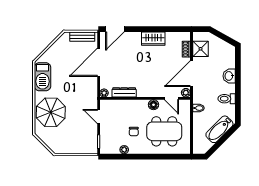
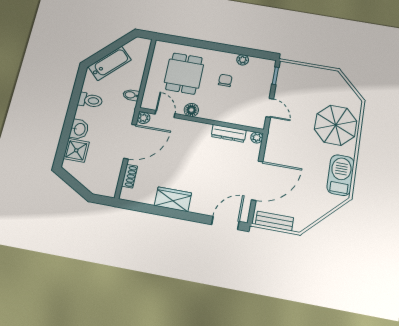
shower: (201, 49) -> (76, 150), moved
dining table: (164, 131) -> (184, 74), width x0.73

